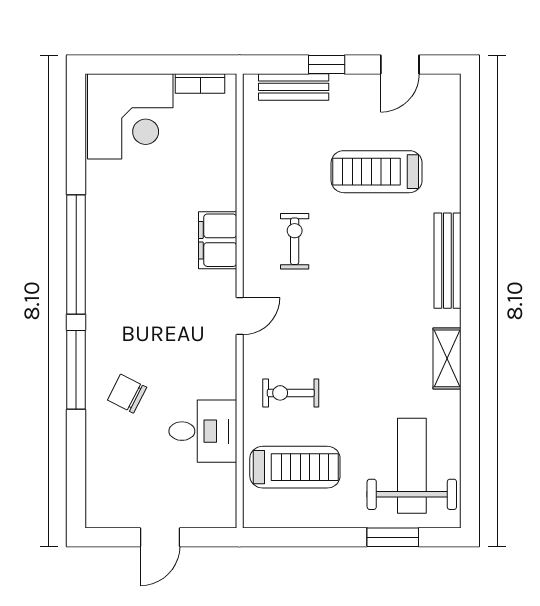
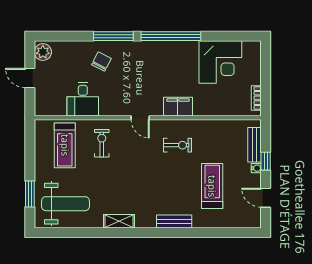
water cooler: (341, 83) -> (256, 168), added
corner desk: (130, 116) -> (220, 62), moved, turned -90
bench: (447, 261) -> (174, 221), width x0.73
plant: (108, 511) -> (43, 52), added

